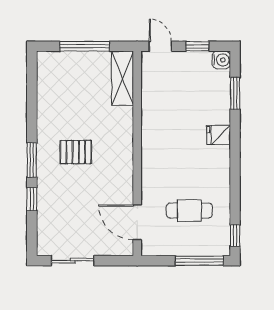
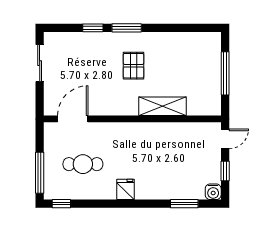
shelving: (123, 78) -> (162, 106), moved
fridge: (219, 135) -> (125, 189), moved
cafe table: (189, 211) -> (83, 164), turned 90

